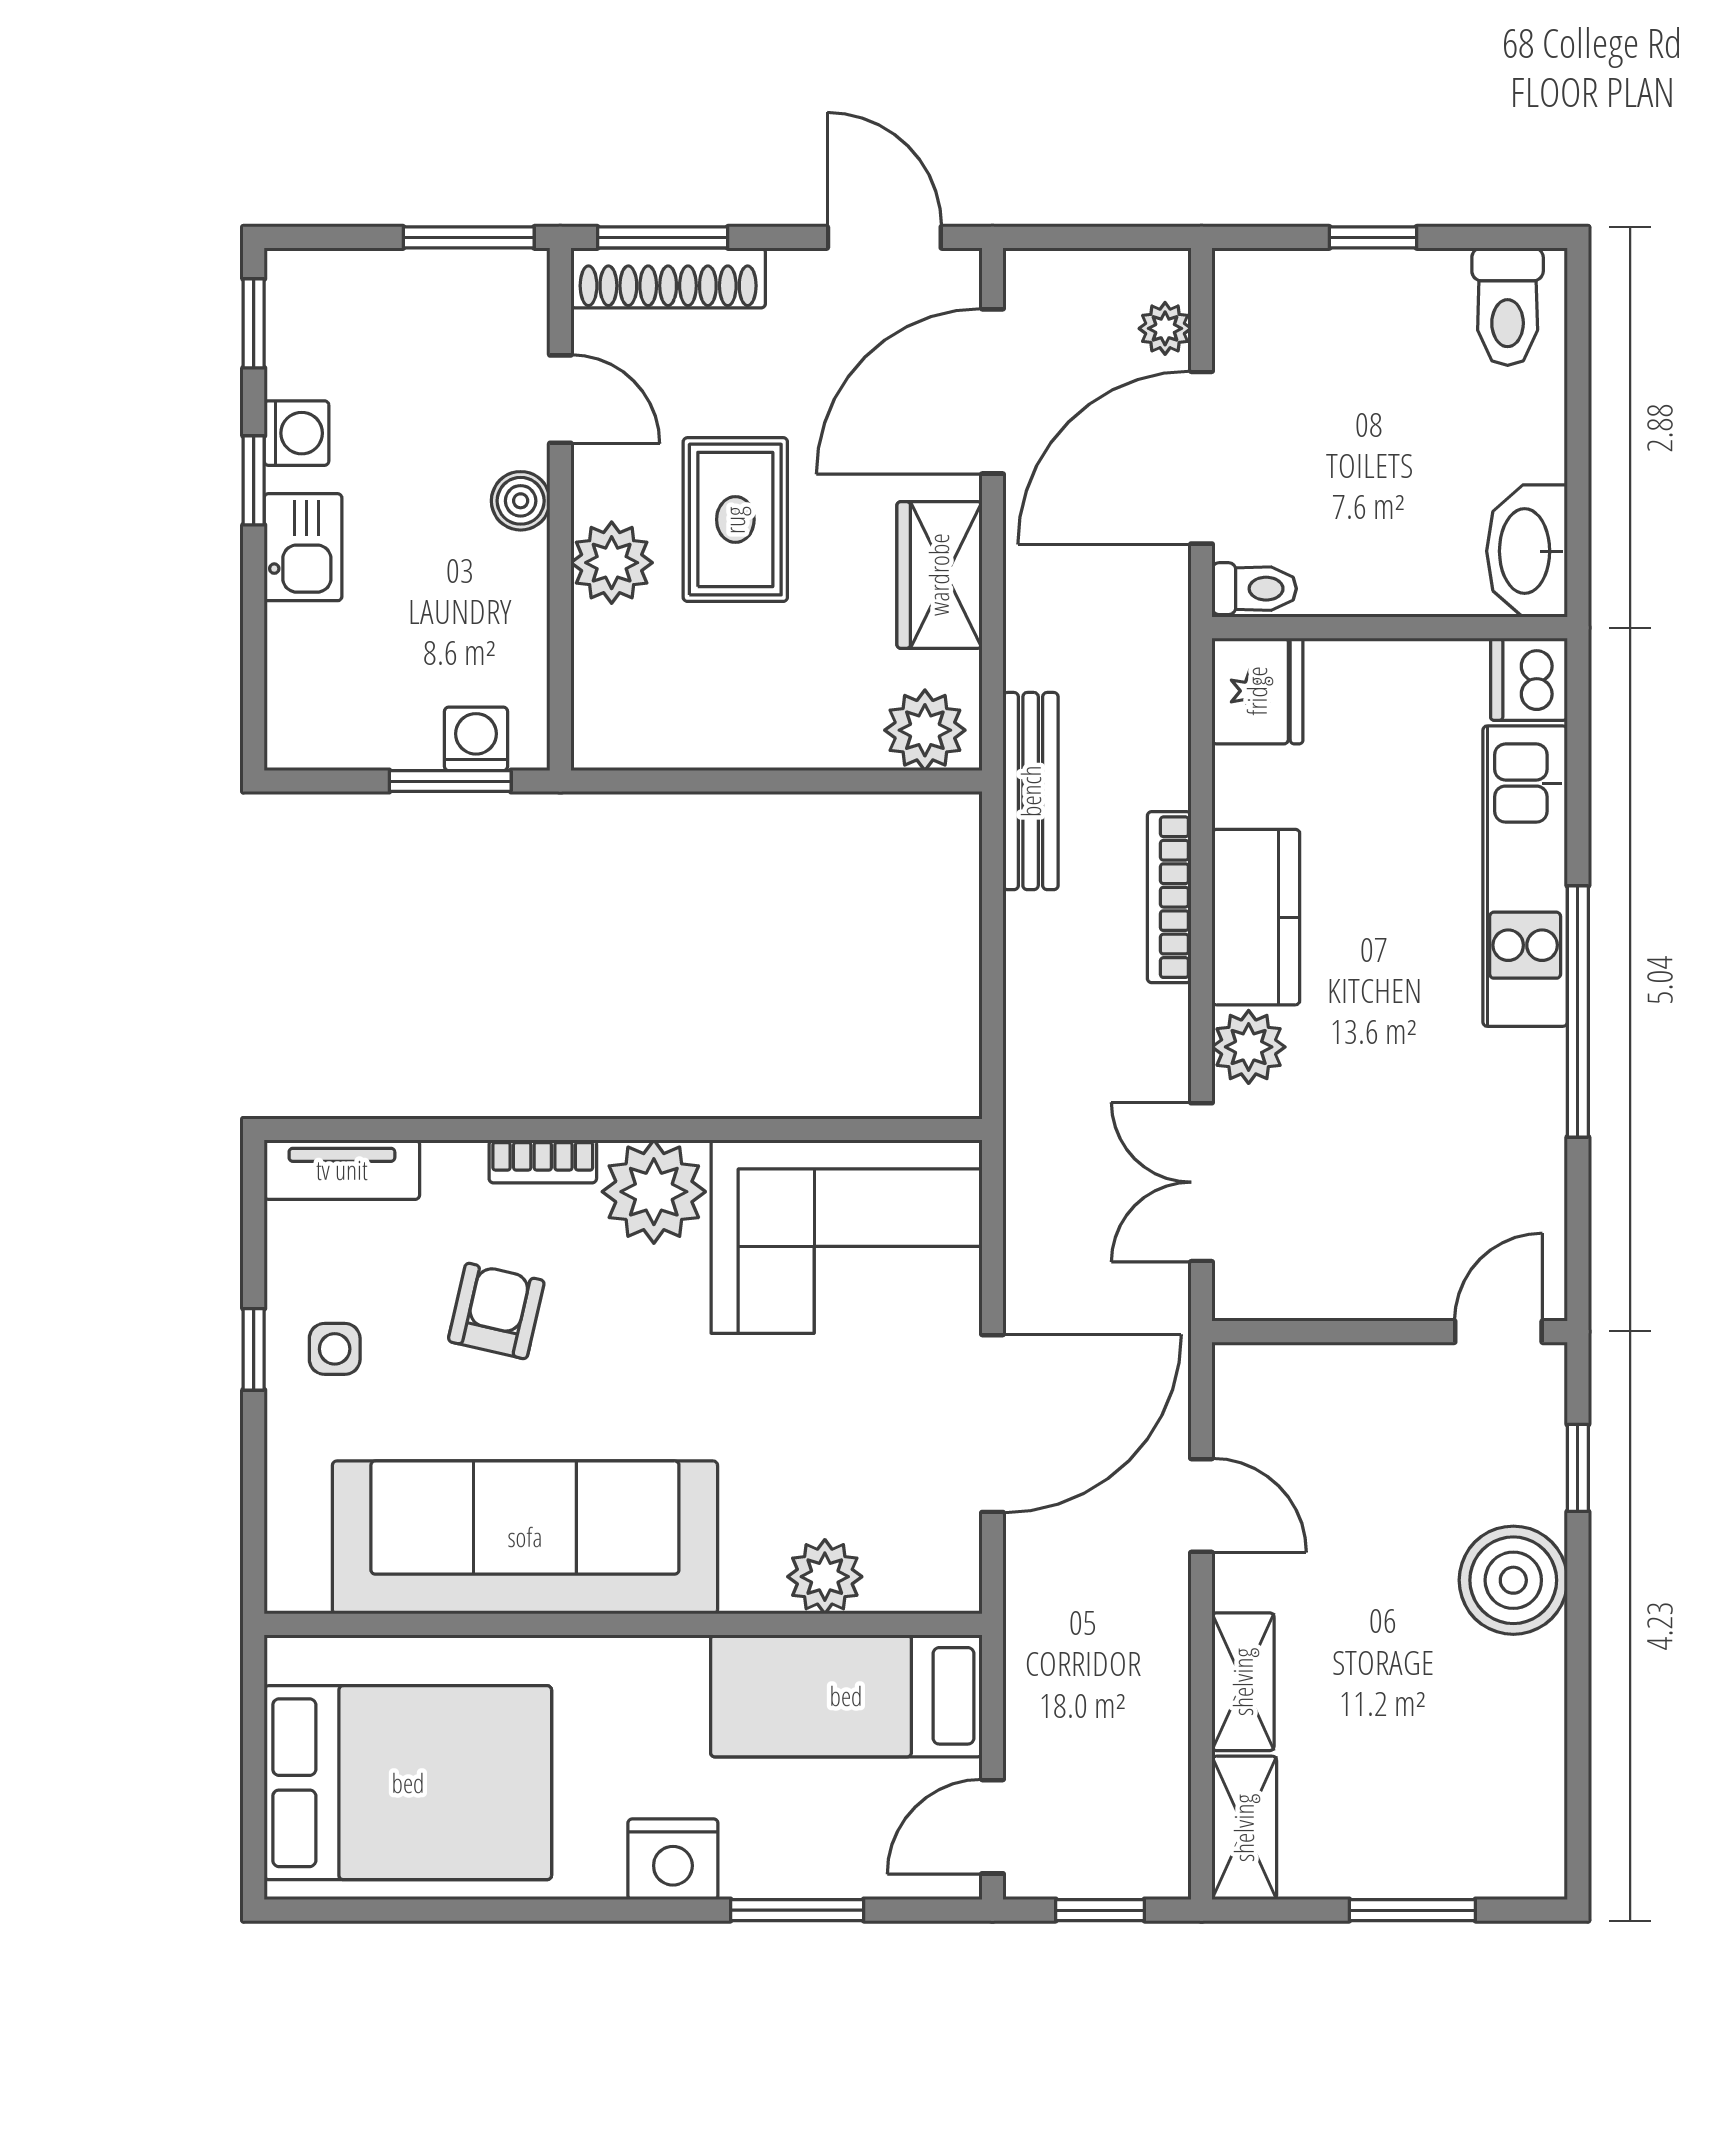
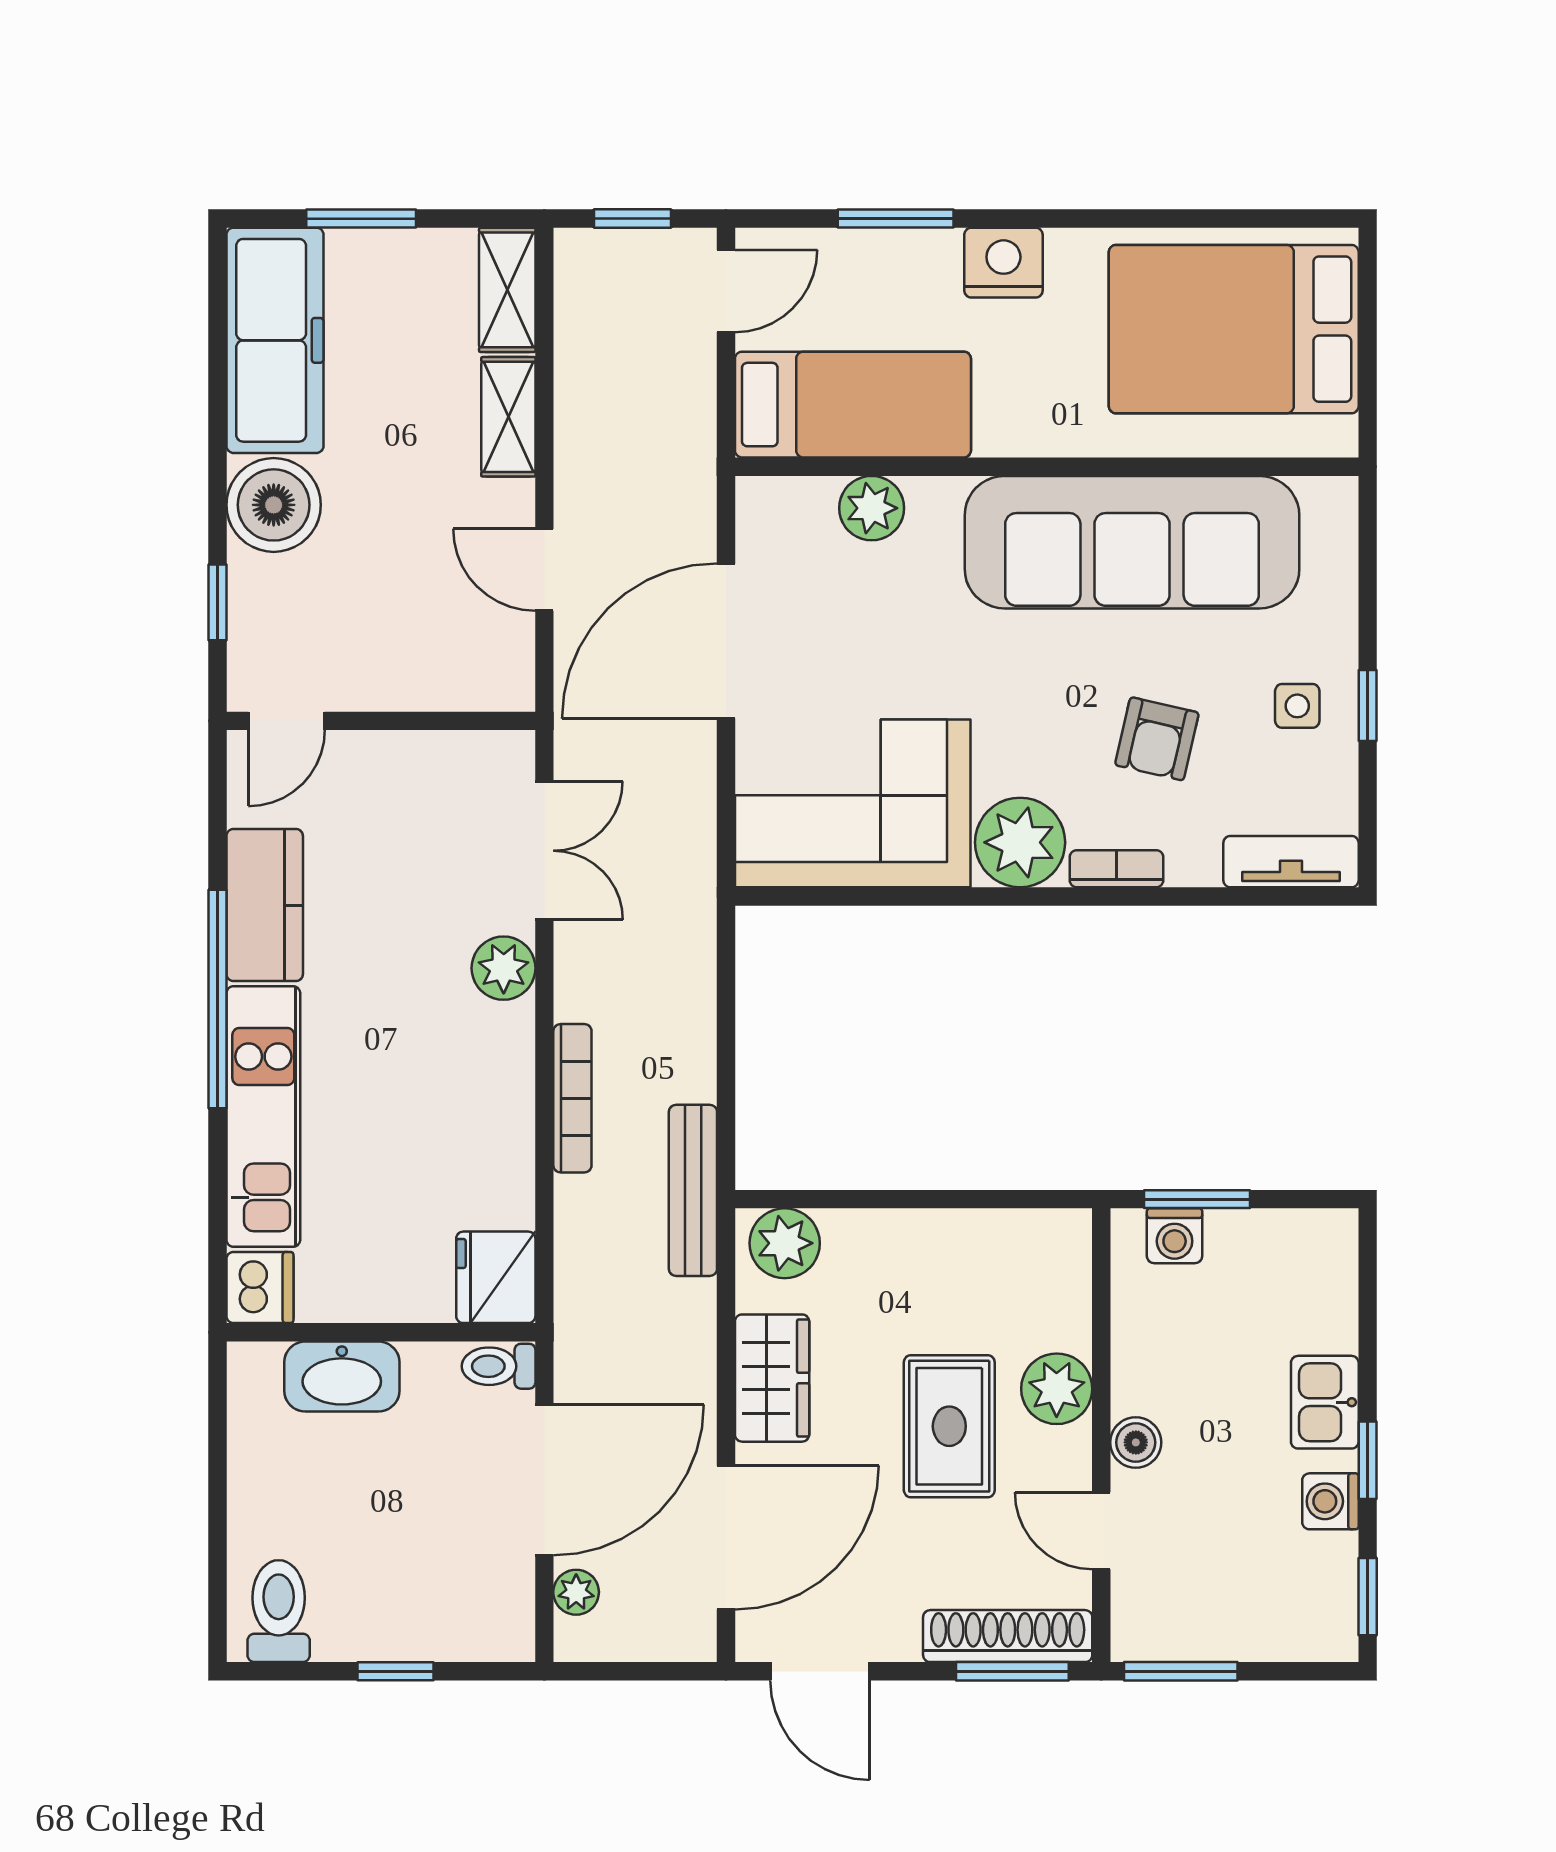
washbasin: (1527, 551) -> (342, 1377), moved, turned 90
kitchen counter: (1256, 917) -> (265, 905), moved, turned 180
freezer: (1512, 1770) -> (275, 340), added

